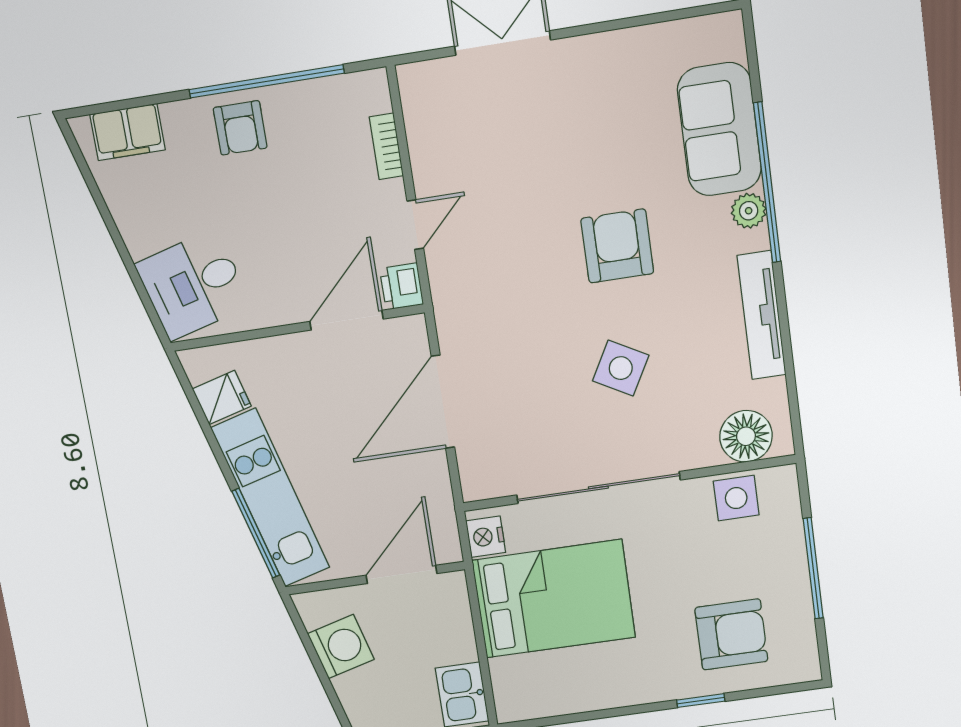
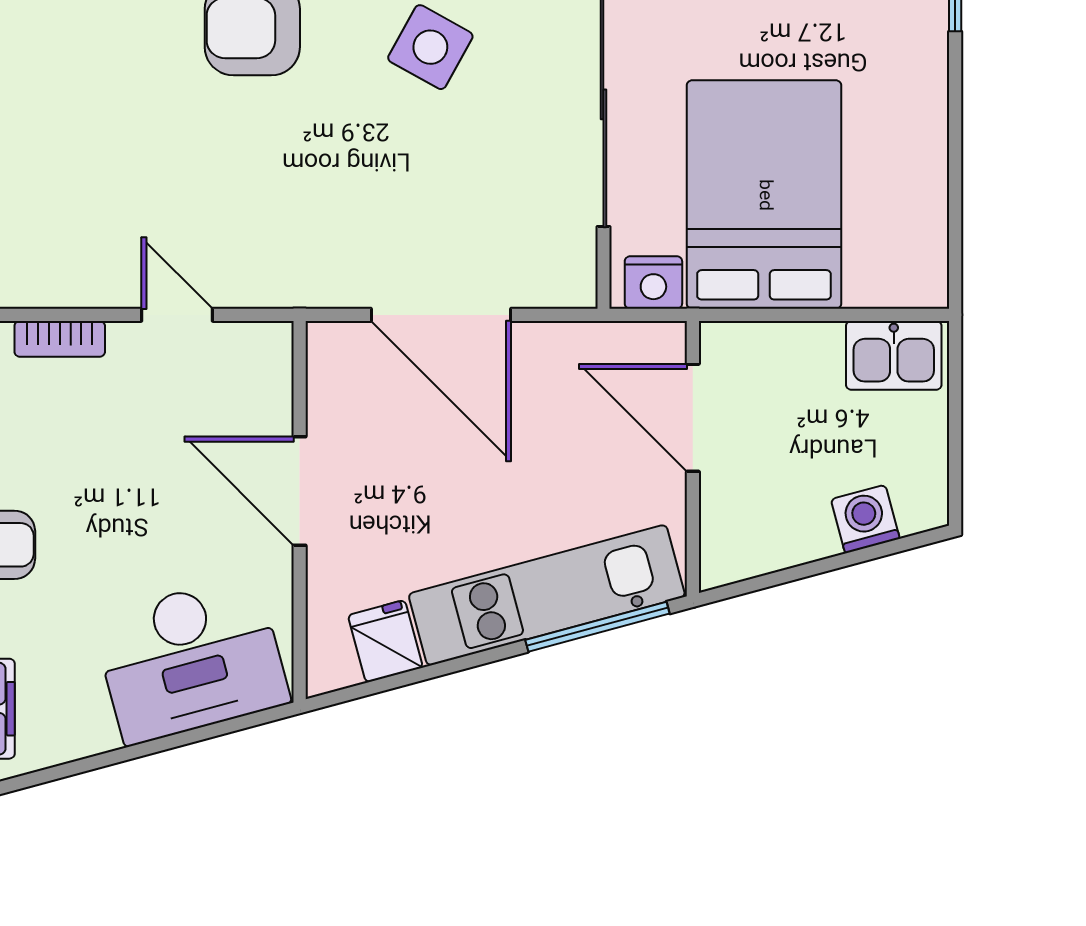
desk: (193, 285) -> (191, 660), width x1.37
printer: (402, 286) -> (263, 349), removed
door: (347, 320) -> (300, 491), moved
washing machine: (341, 647) -> (865, 519), moved, width x0.73, depth x0.73

